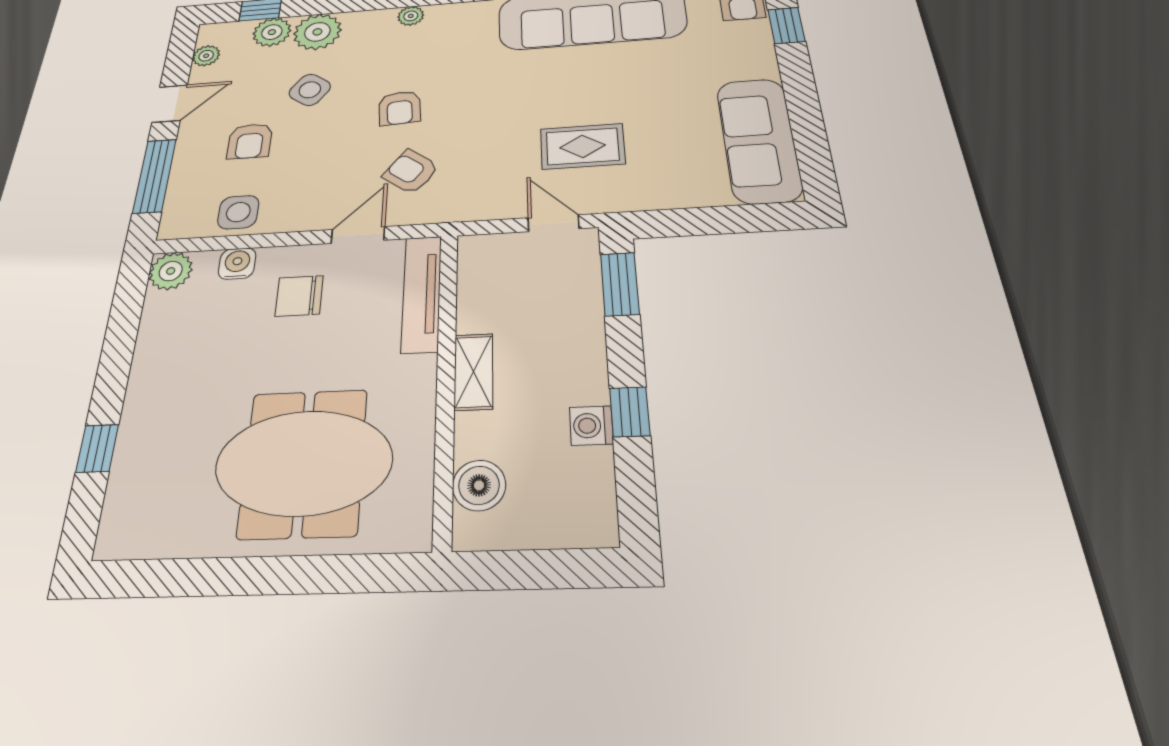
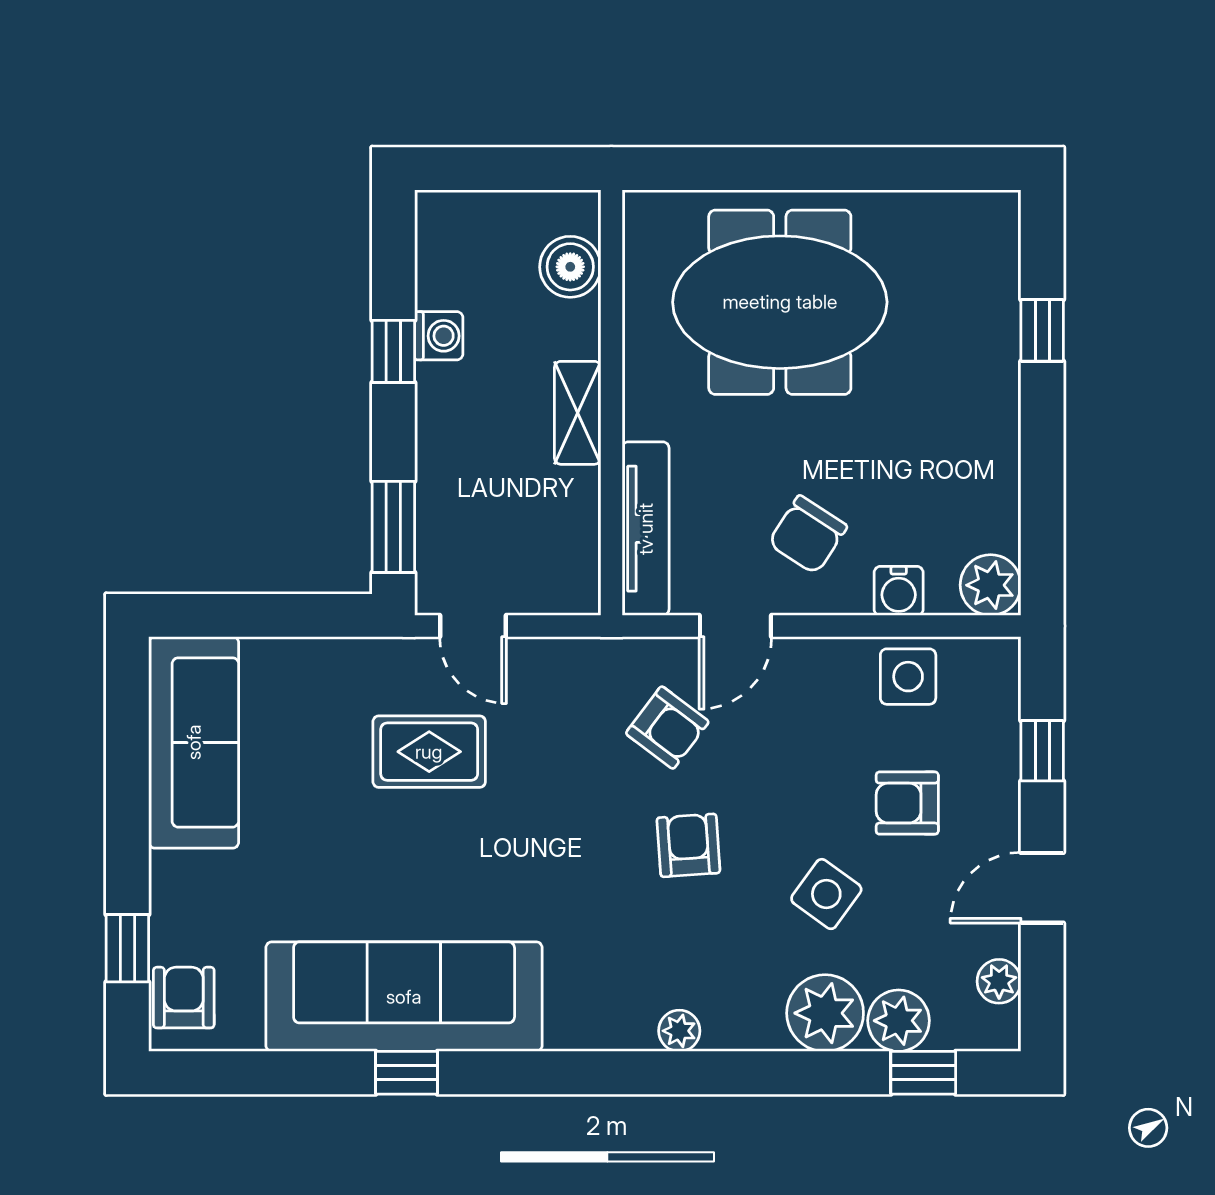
armchair: (250, 141) -> (907, 803), turned -90
window: (155, 176) -> (1042, 751), width x0.46
chair: (299, 296) -> (808, 535), turned 123

